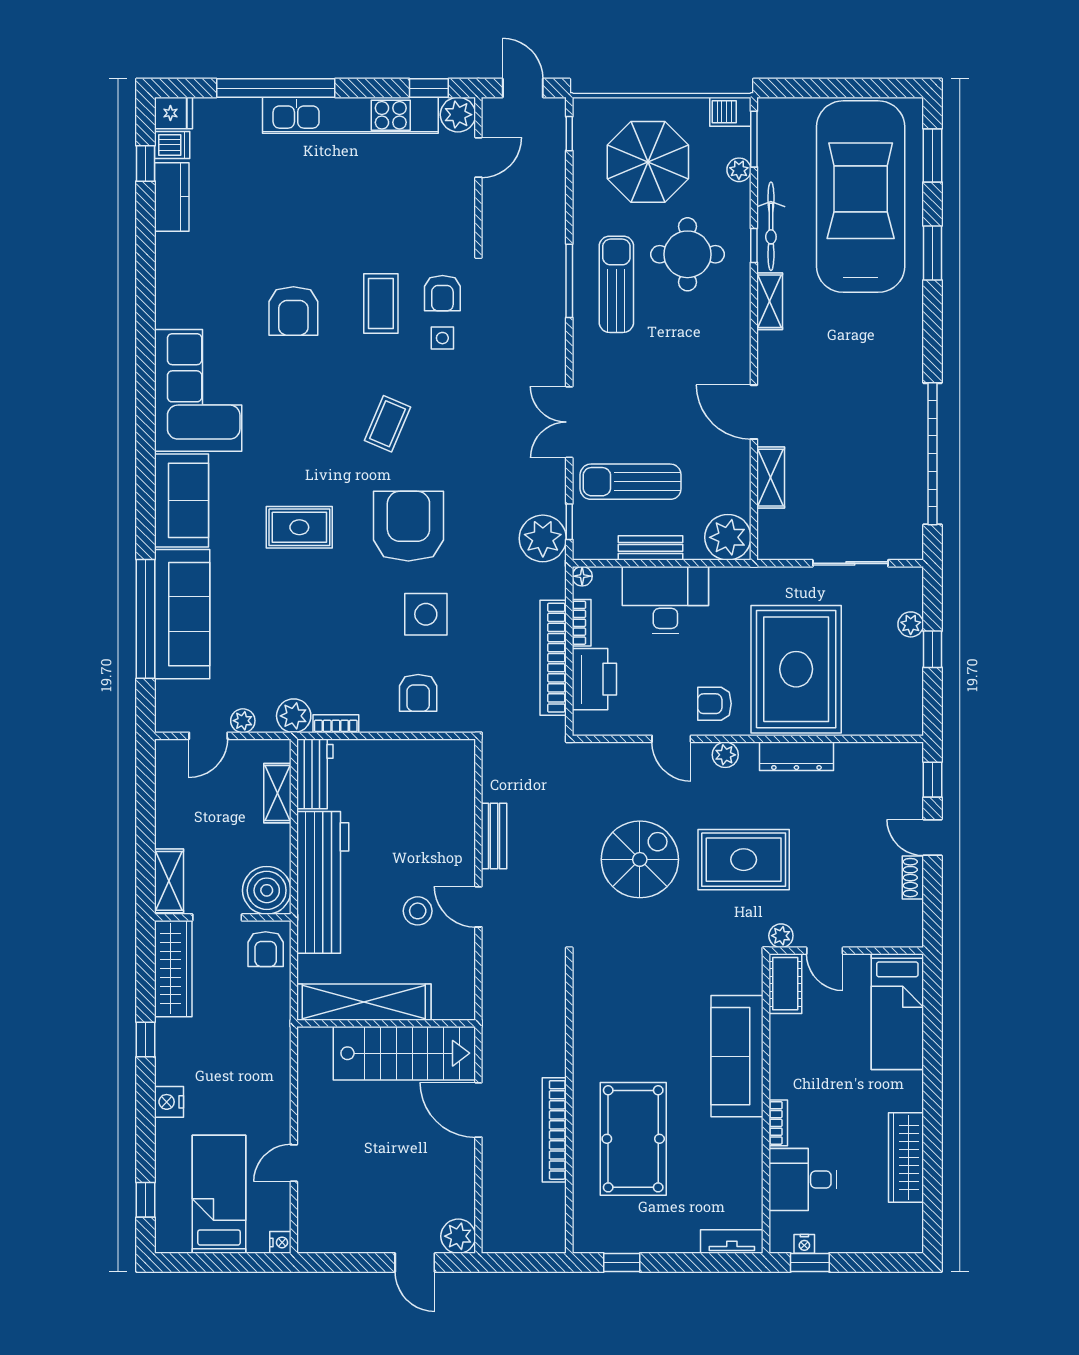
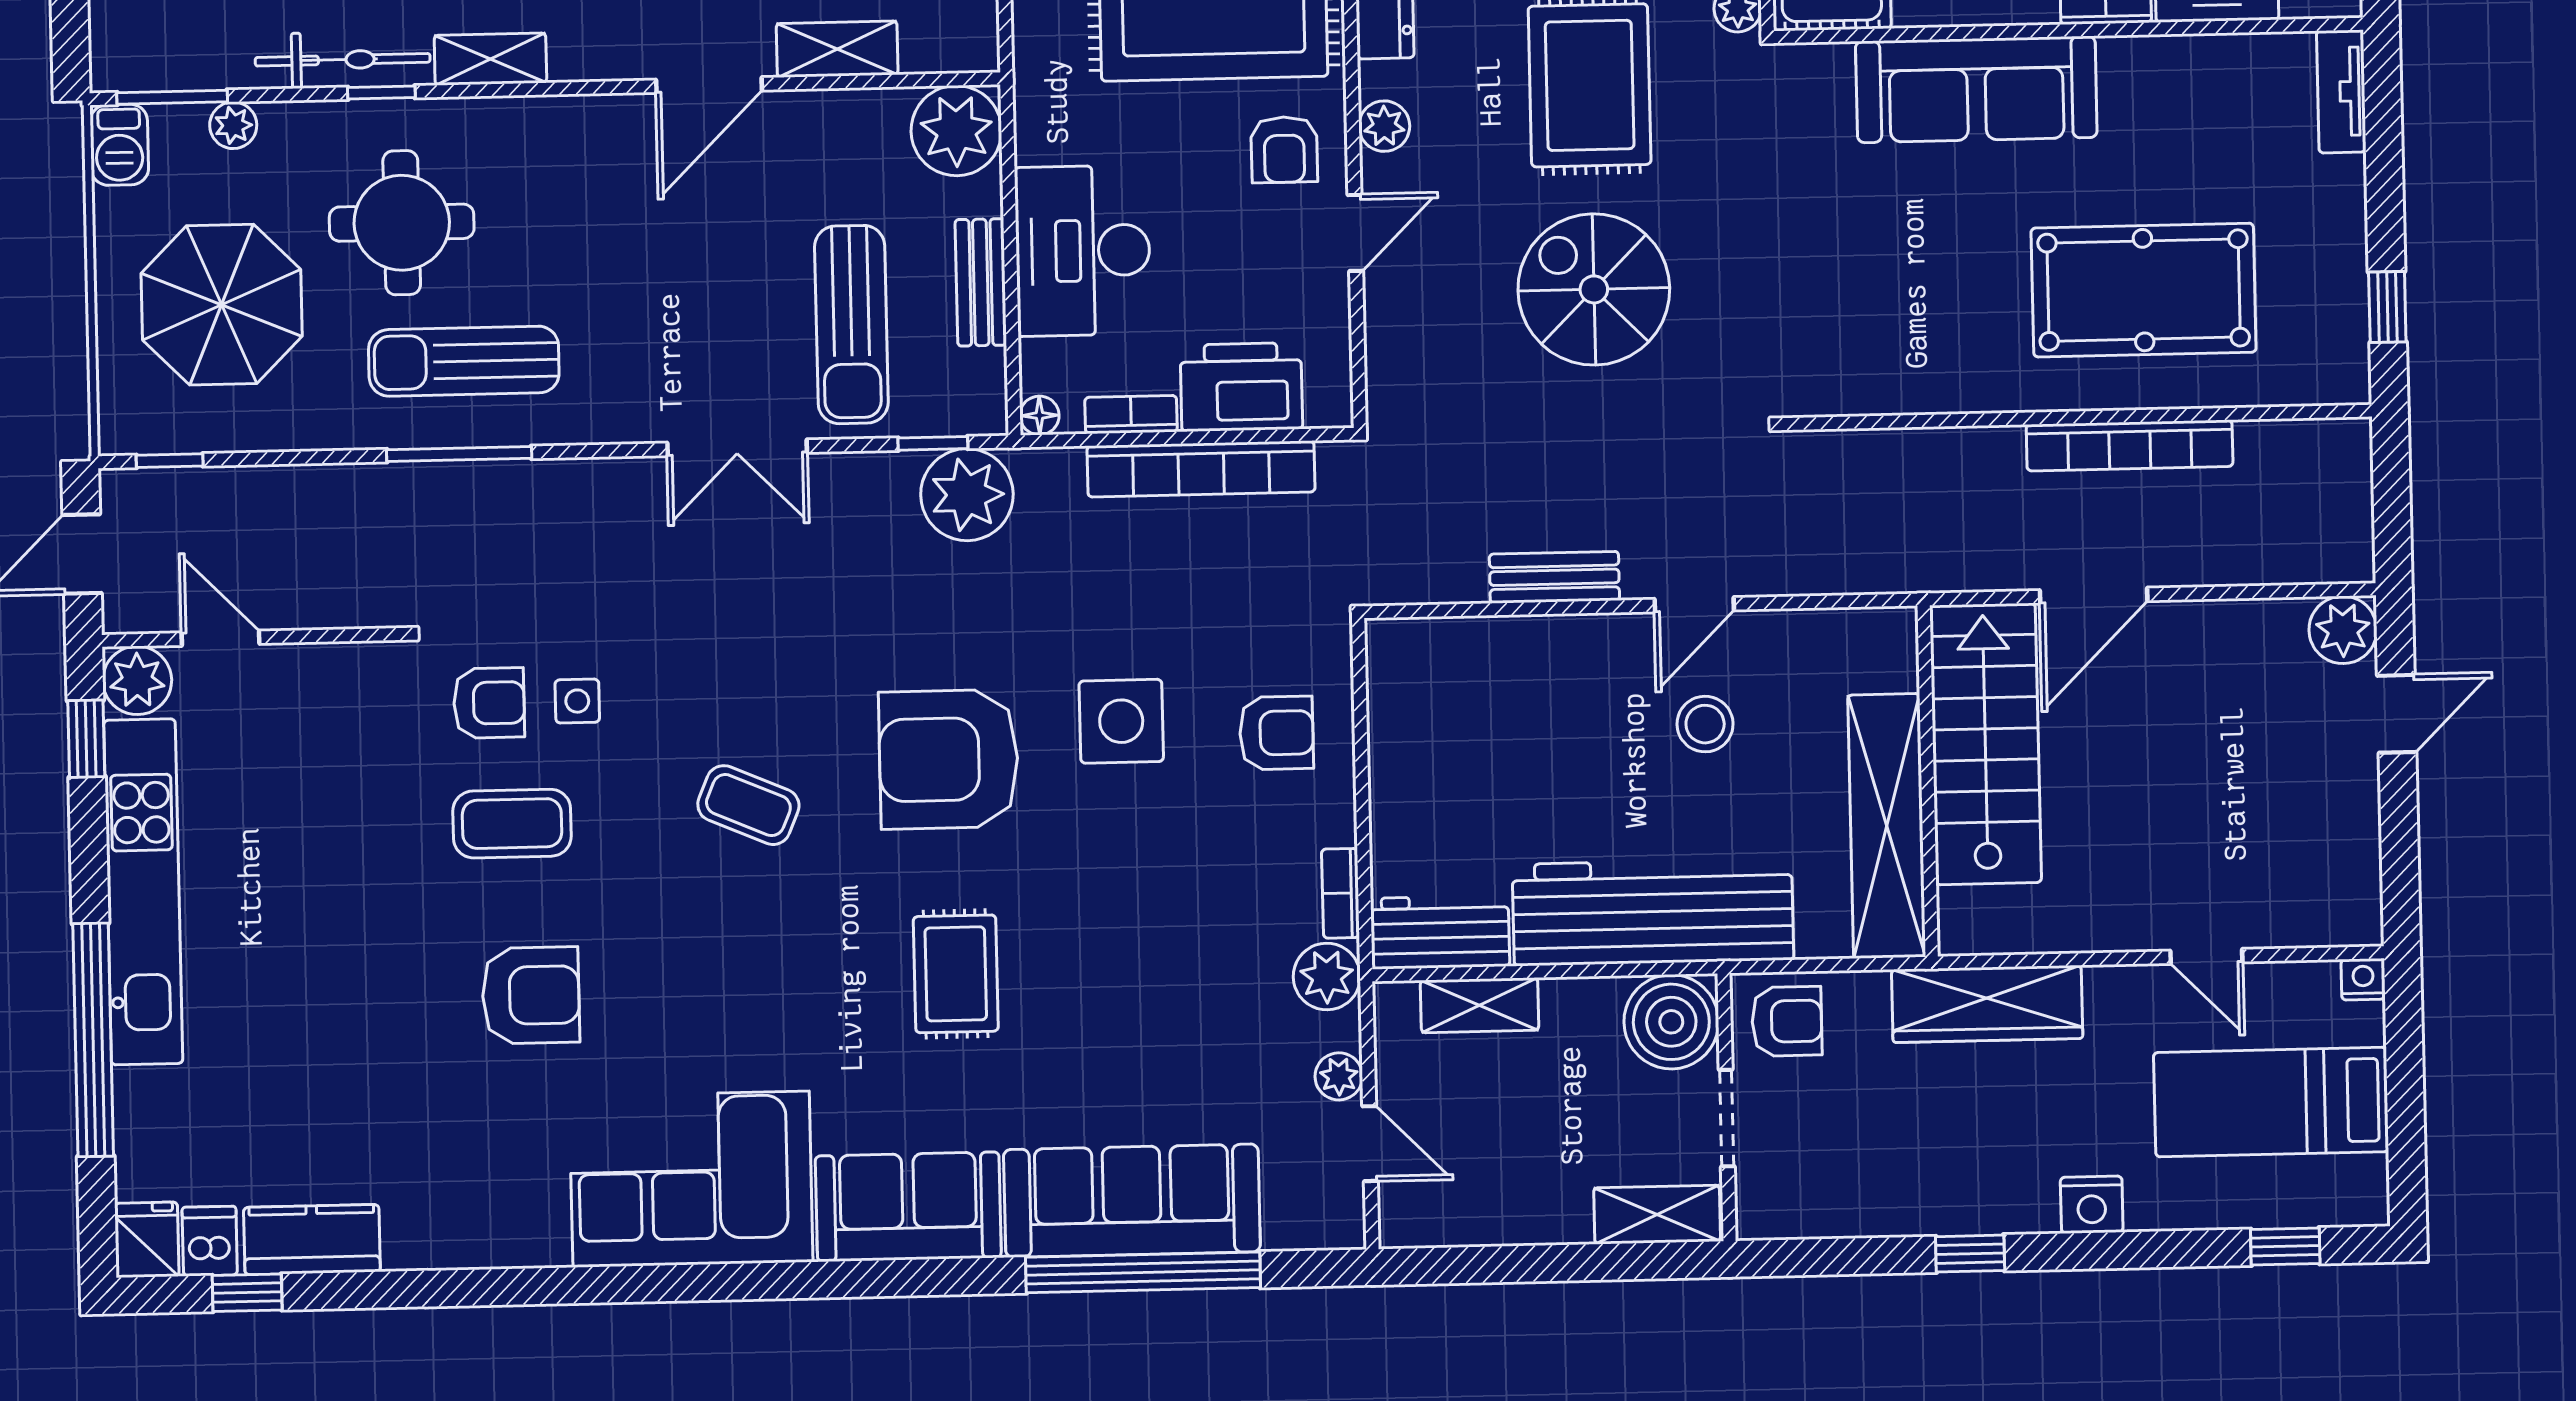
wardrobe: (173, 969) -> (1987, 1004), moved, turned 180

